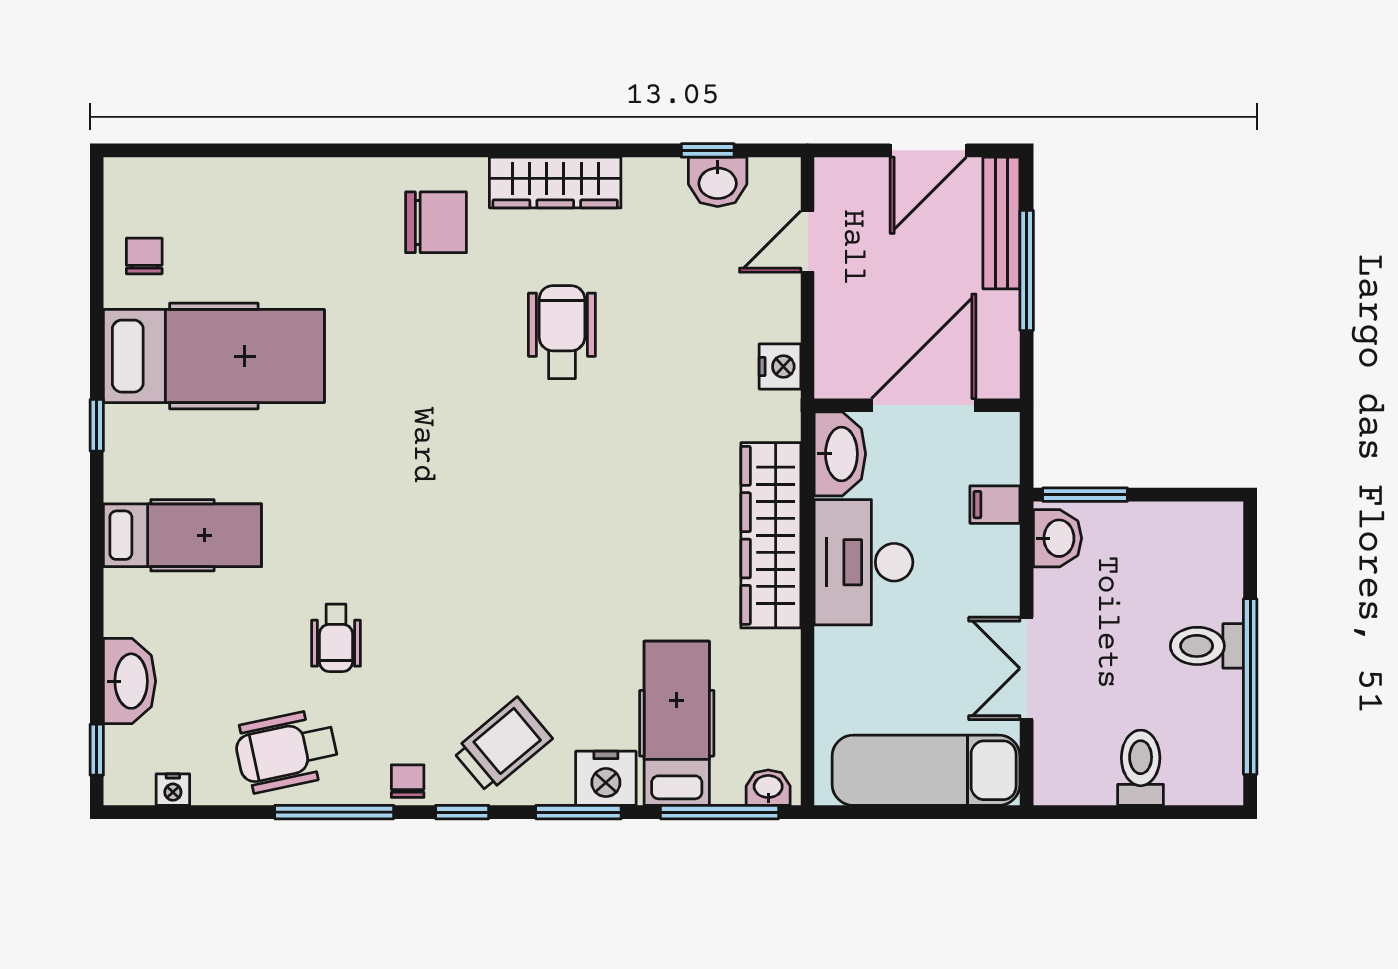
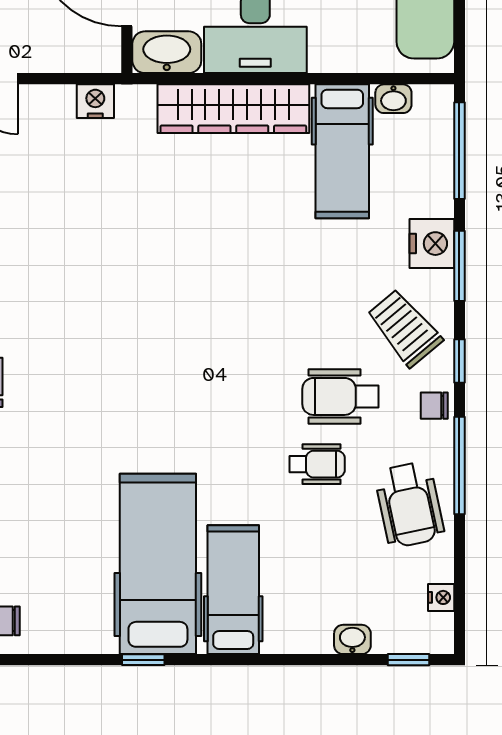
wheelchair: (562, 332) -> (340, 396), moved
hospital bed: (214, 356) -> (158, 564), moved
washbasin: (130, 681) -> (352, 639), width x0.52, depth x0.69
hospital bed: (677, 723) -> (342, 151), moved, turned -90
washbasin: (768, 788) -> (393, 99), moved, turned -90

